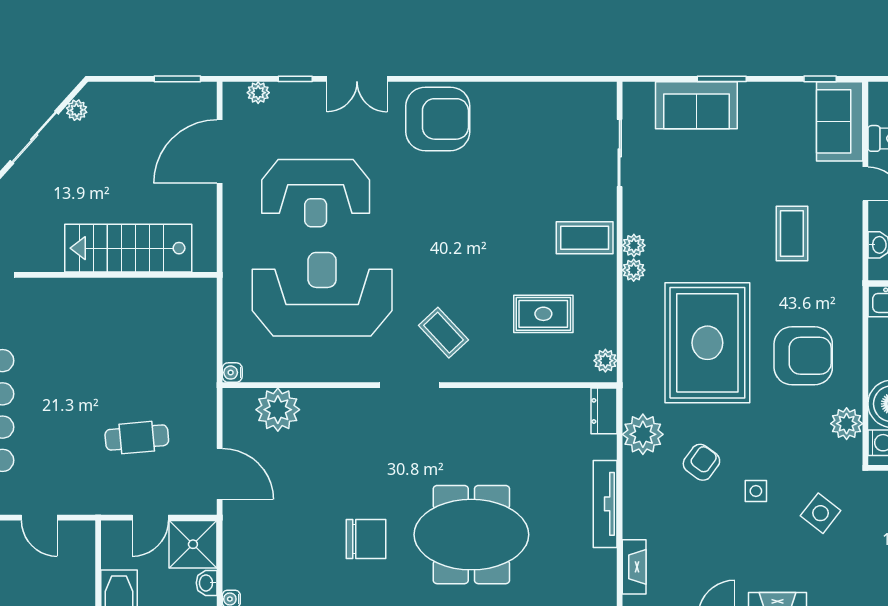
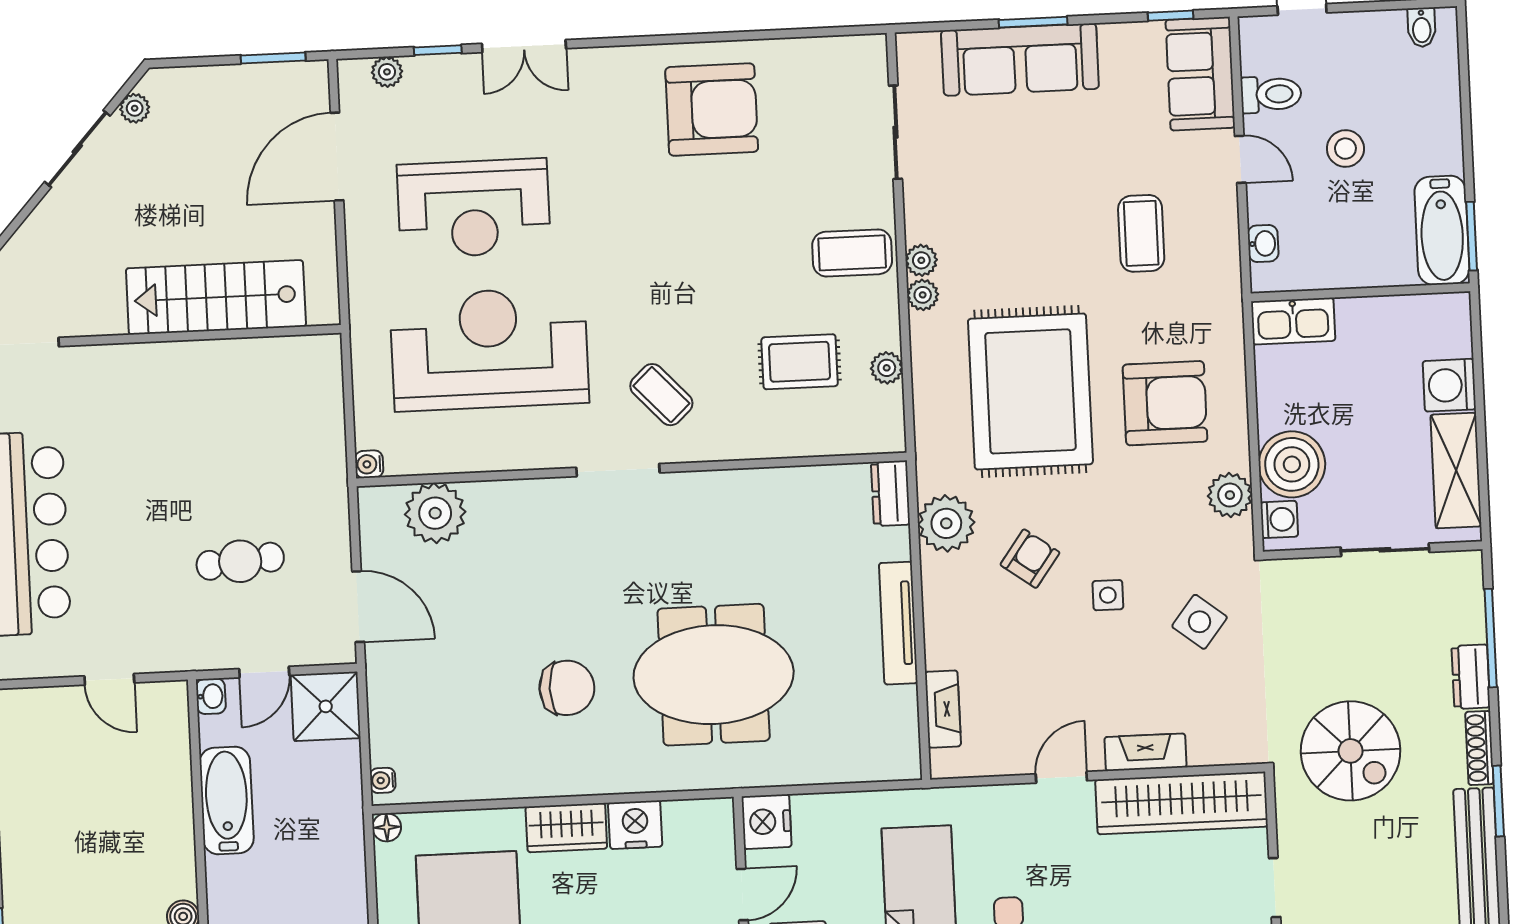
sofa: (696, 105) -> (1020, 60), width x1.36
armchair: (438, 119) -> (712, 110), moved
plant: (605, 361) -> (887, 368), moved
washbasin: (207, 583) -> (211, 696), moved, turned 180

